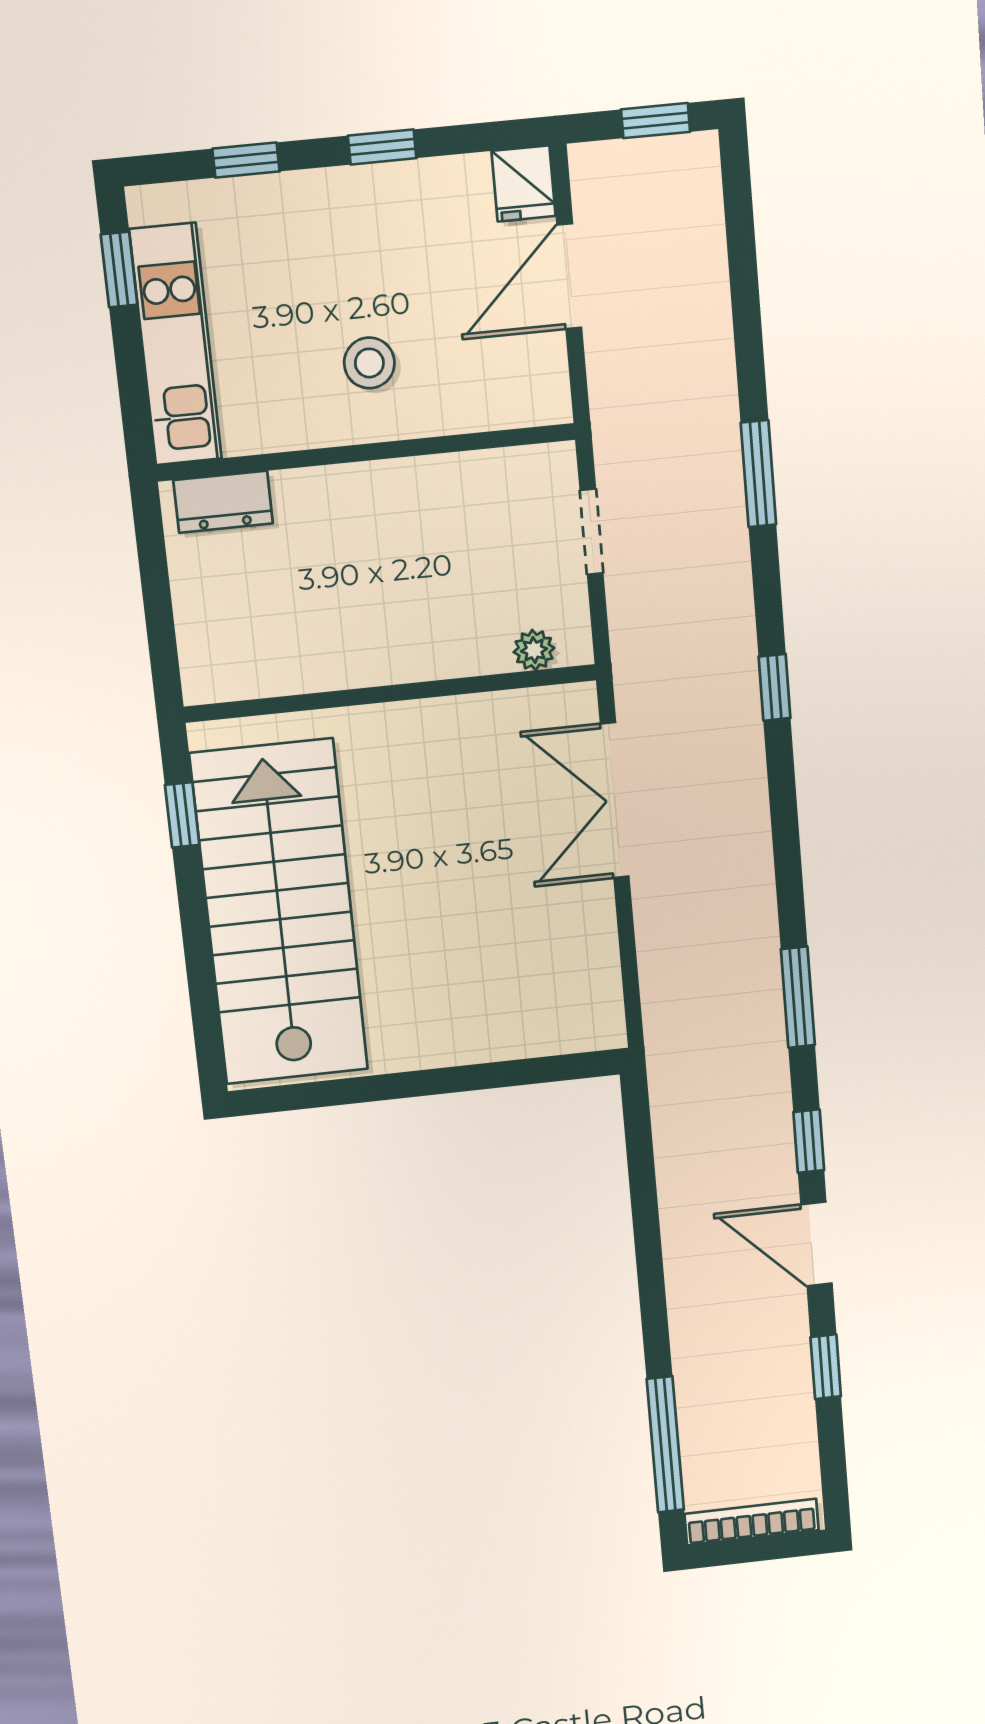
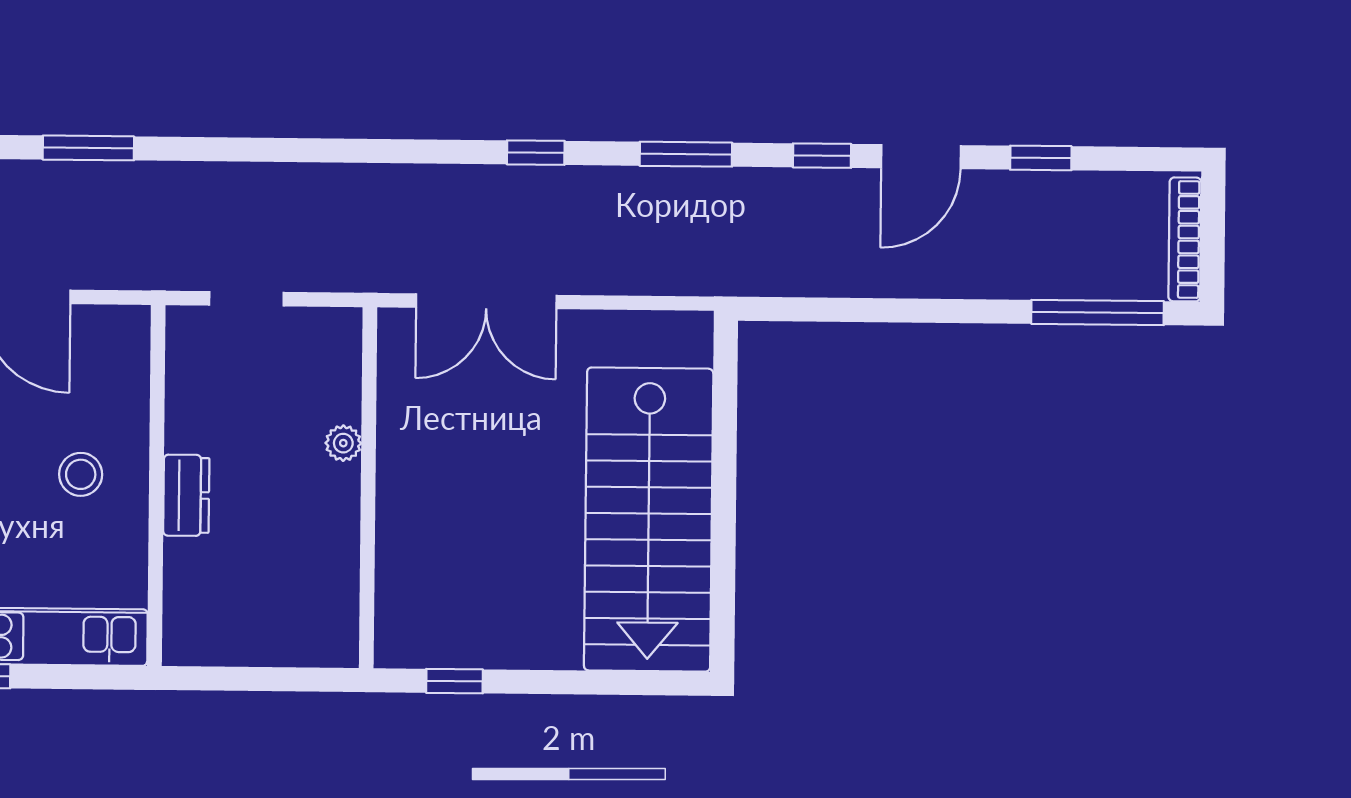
window: (758, 474) -> (88, 148), moved
dresser: (223, 502) -> (186, 495), moved
plant: (534, 650) -> (343, 443), moved
window: (775, 687) -> (536, 153), moved
stairs: (279, 913) -> (649, 520), moved, turned -90

